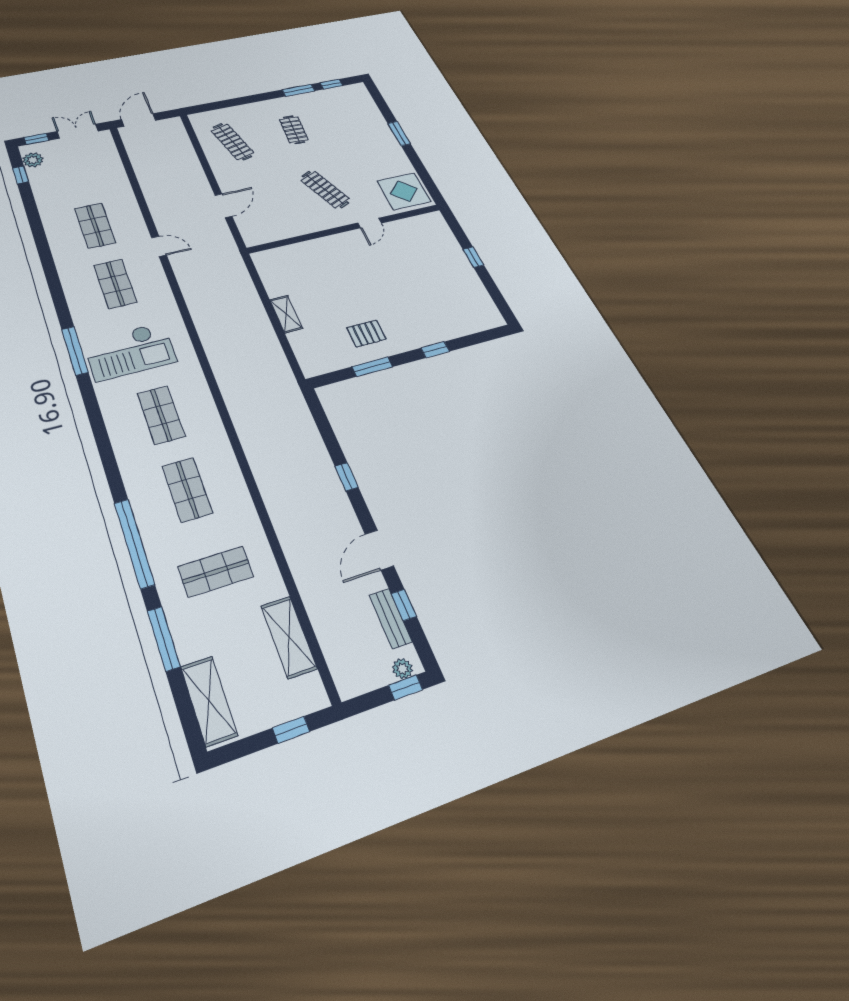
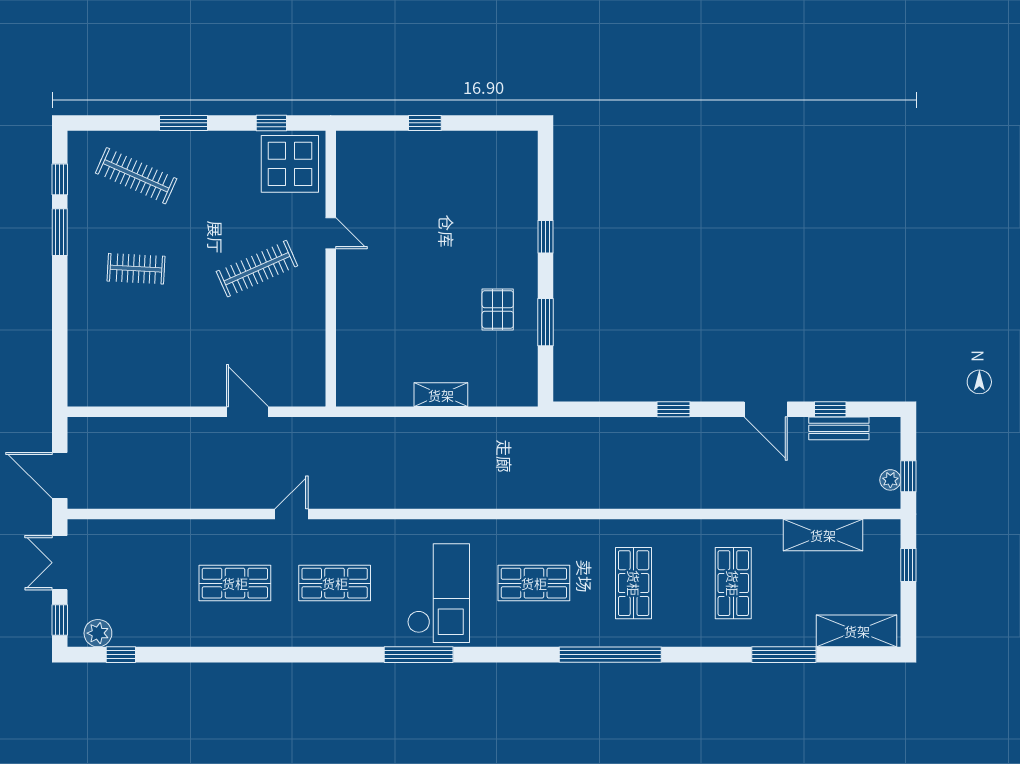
clothes rail: (232, 142) -> (136, 176), moved, turned 39
window: (425, 176) -> (271, 123), added
shop shelf: (187, 490) -> (634, 583), turned 90
window: (134, 543) -> (610, 655), moved
plant: (402, 669) -> (890, 480), moved
window: (406, 687) -> (908, 476), moved

